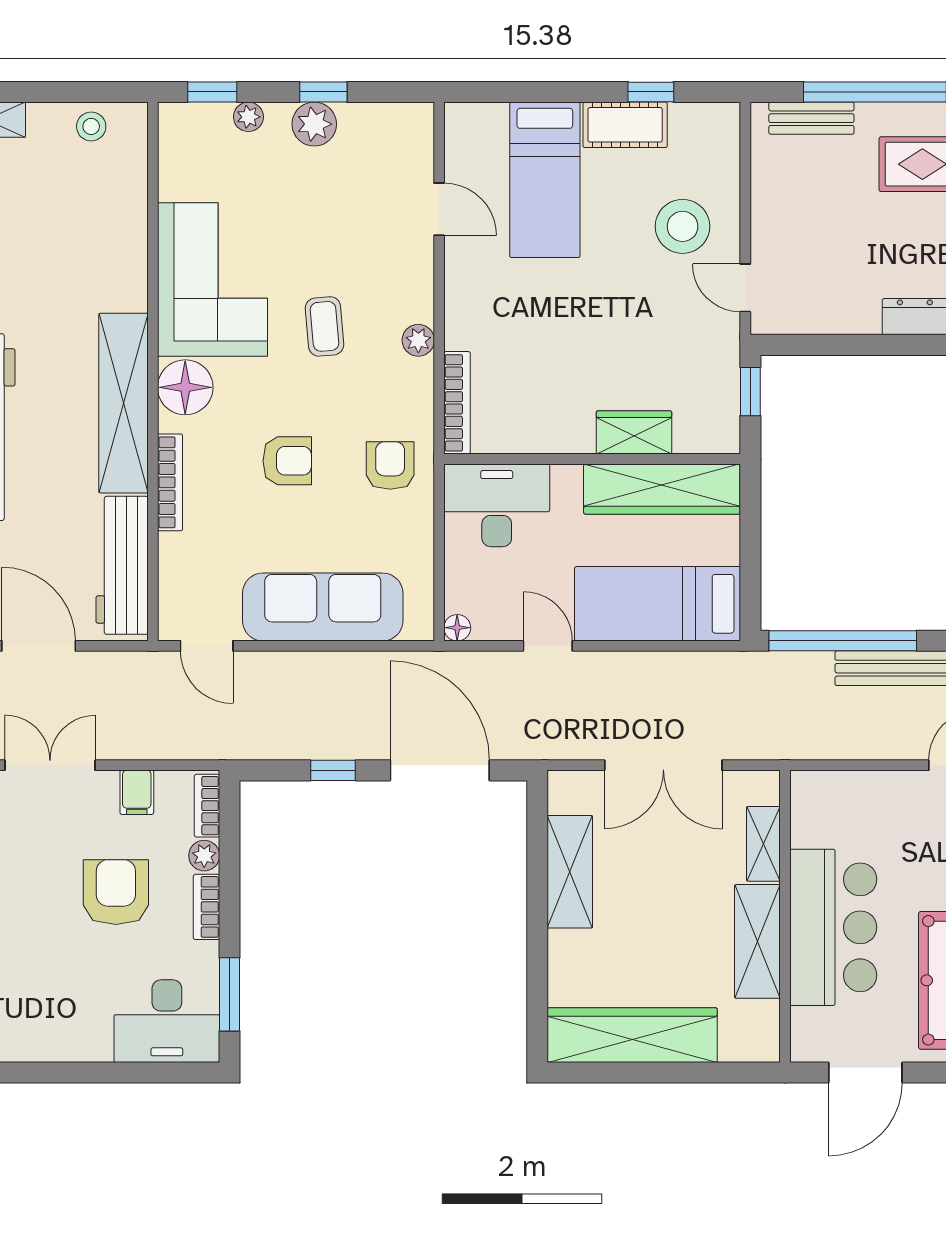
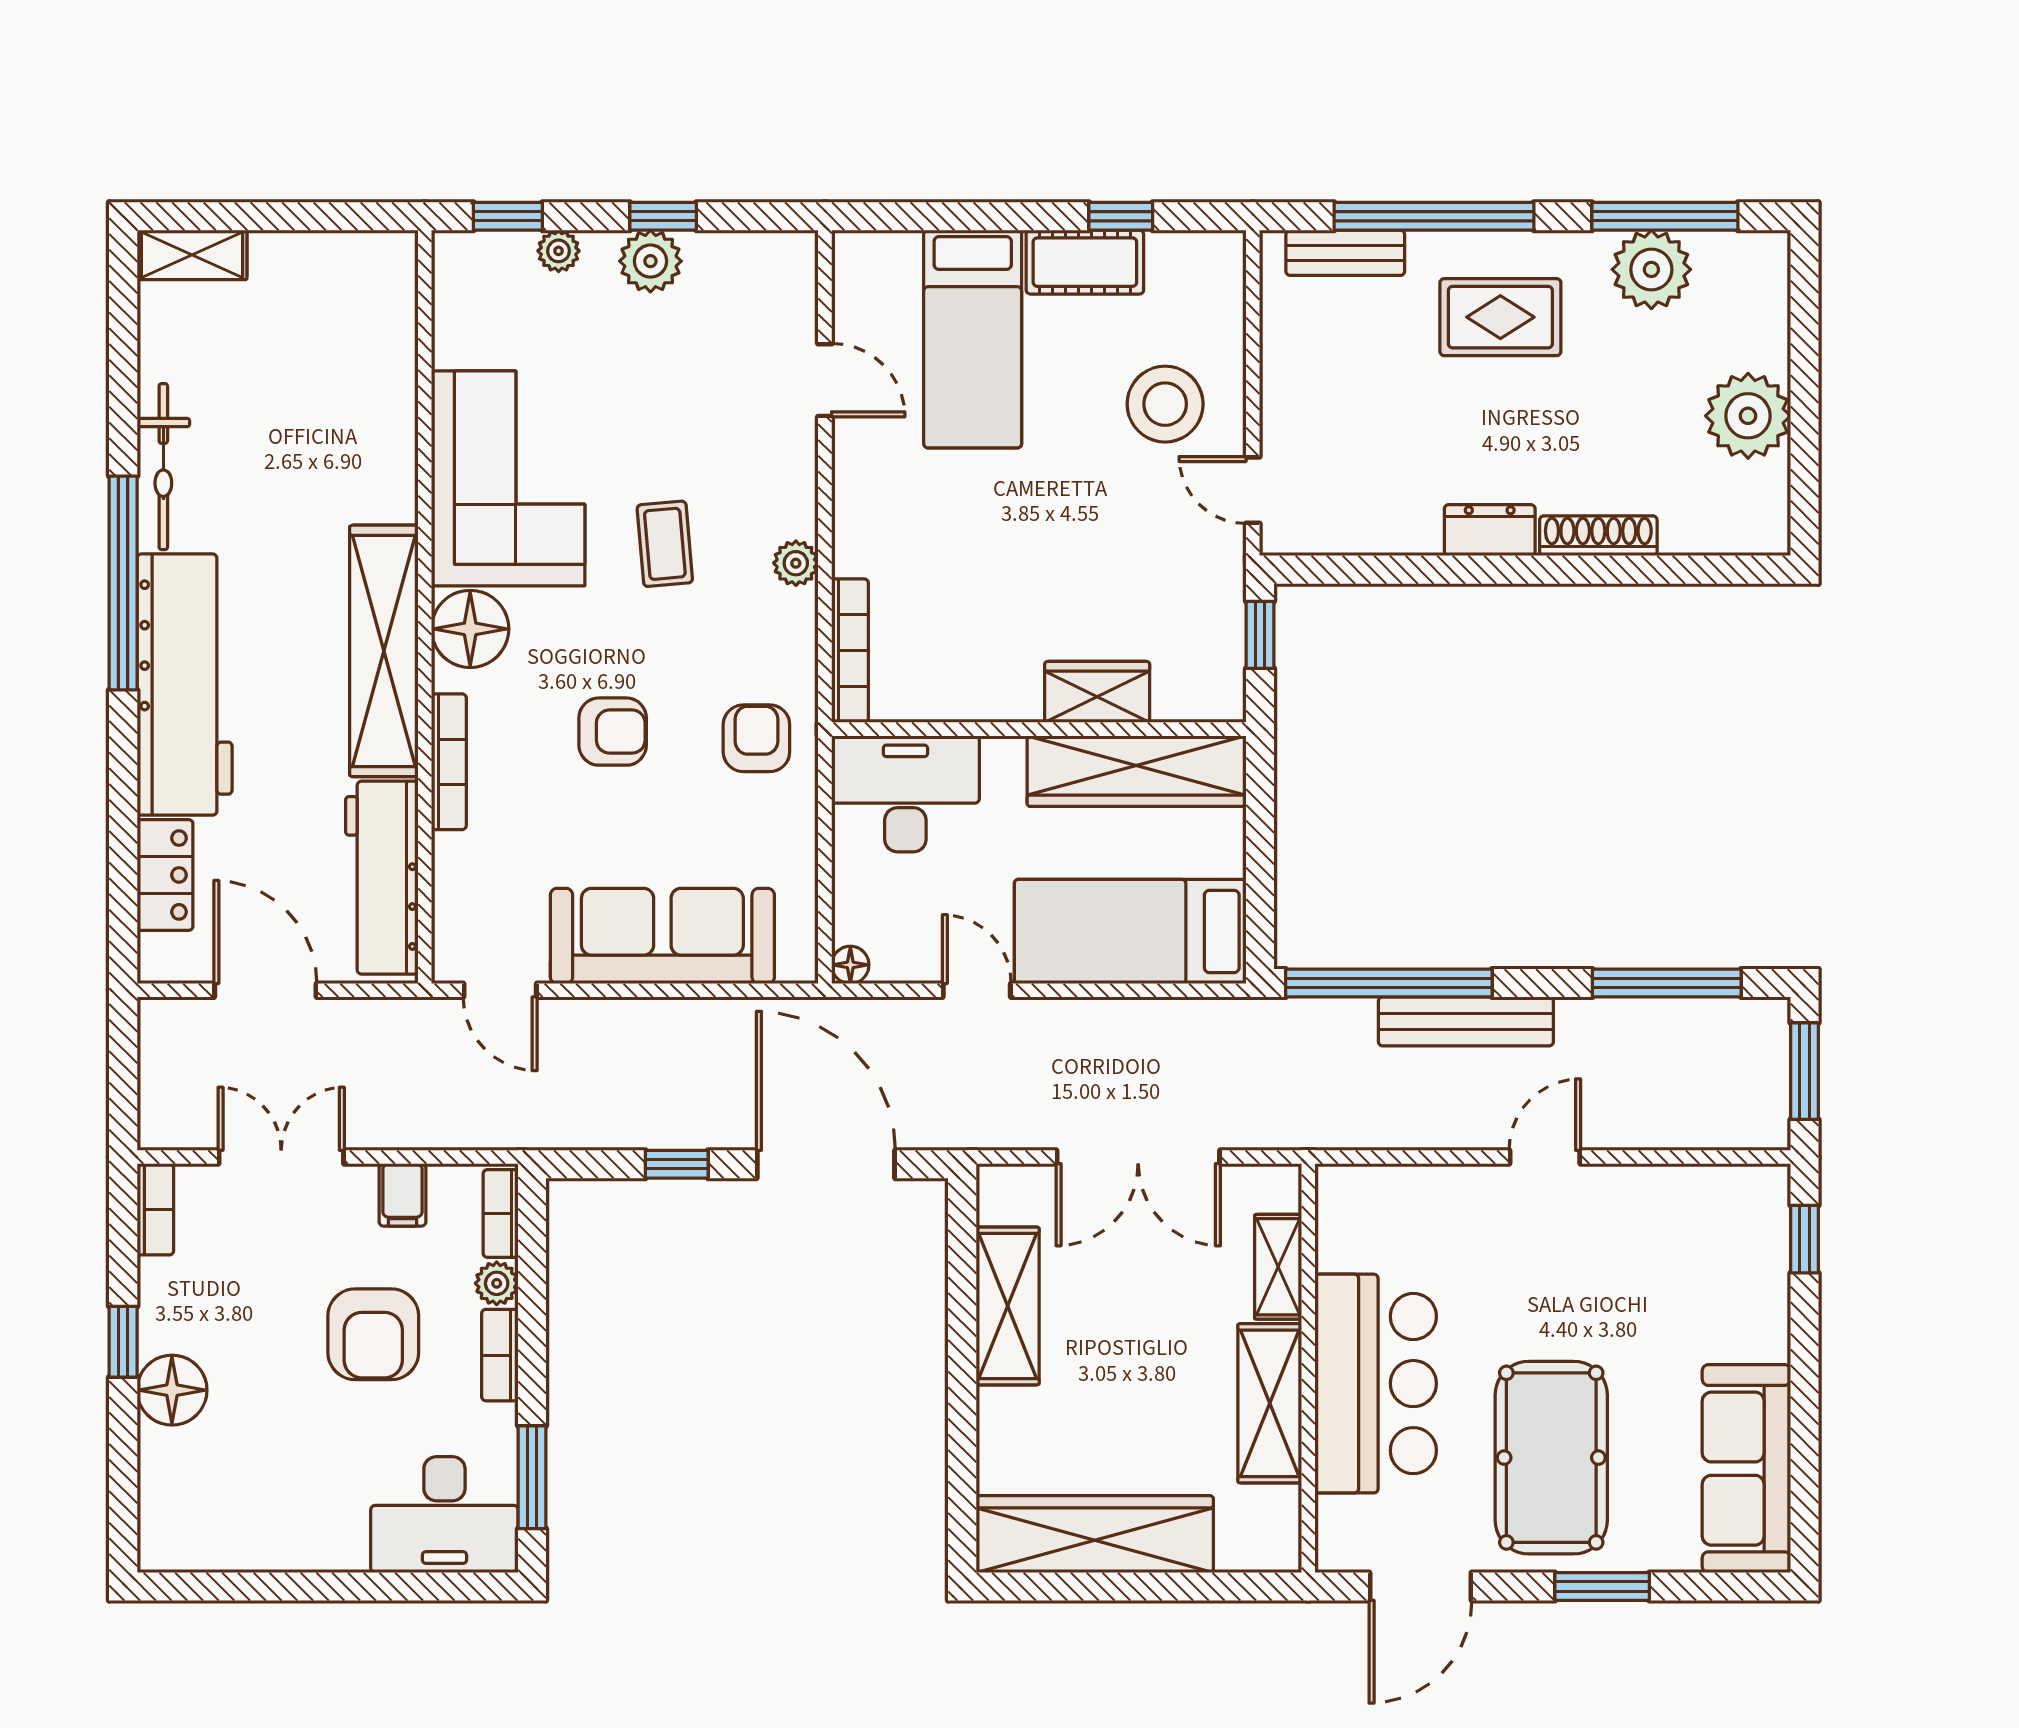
stool: (91, 126) -> (339, 264), removed
armchair: (116, 892) -> (373, 1334), turned 180

